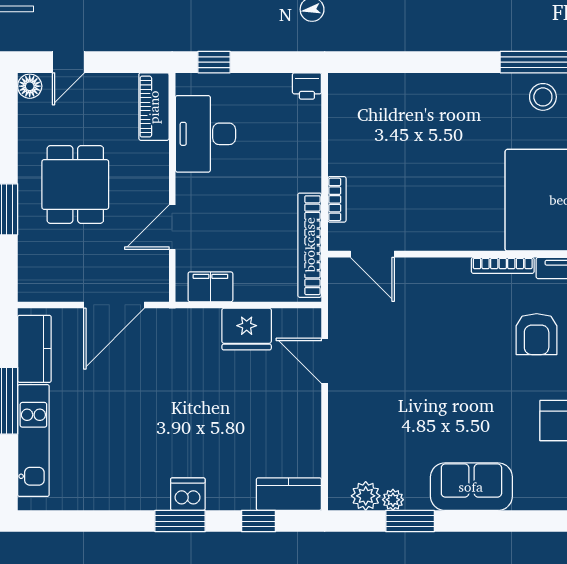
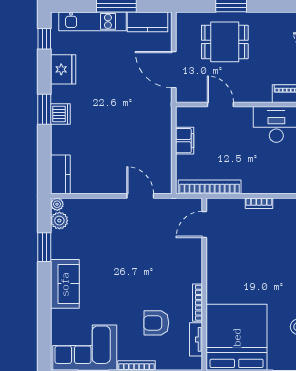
dining table: (75, 184) -> (225, 42), moved
bookcase: (337, 199) -> (259, 203), moved
filing cabinet: (210, 287) -> (185, 141), moved
fridge: (247, 329) -> (63, 69), moved, turned 180
door: (325, 361) -> (140, 196), hinge flipped
plant: (393, 500) -> (57, 204), moved
window: (258, 521) -> (44, 39), moved

